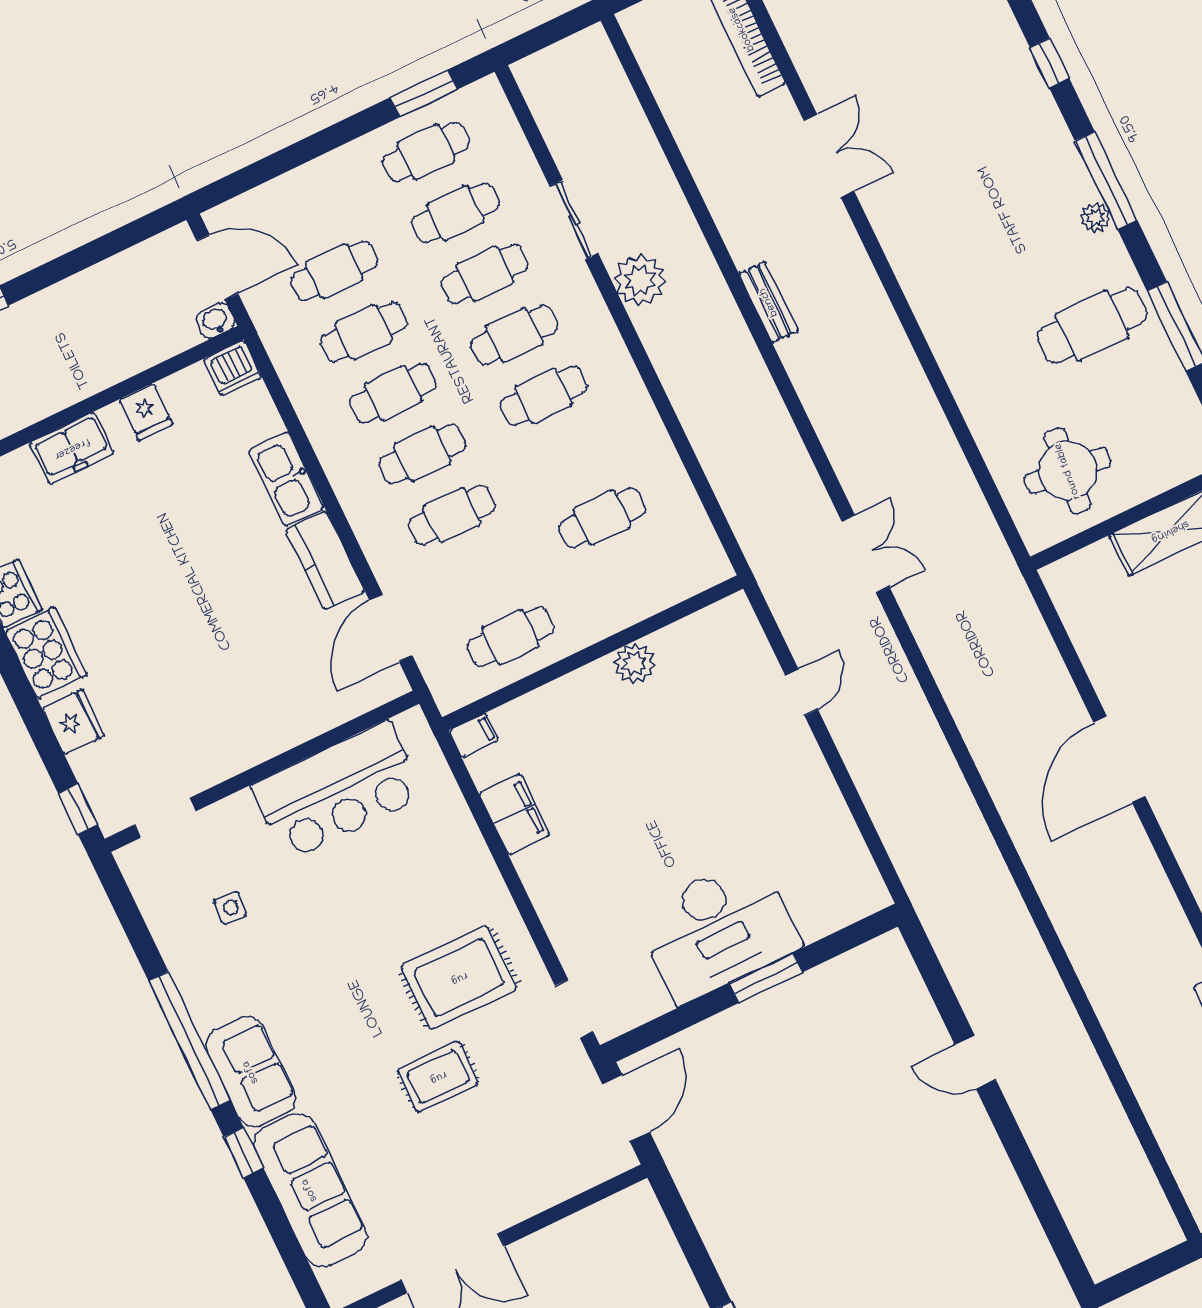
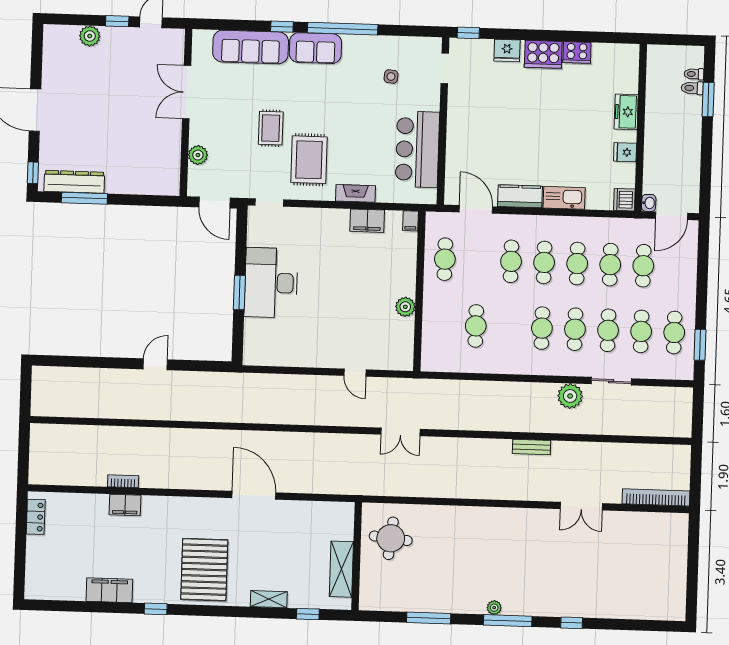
cafe table: (1092, 326) -> (448, 582), removed
fireplace: (476, 861) -> (355, 193), added
plant: (556, 1183) -> (198, 155), added

